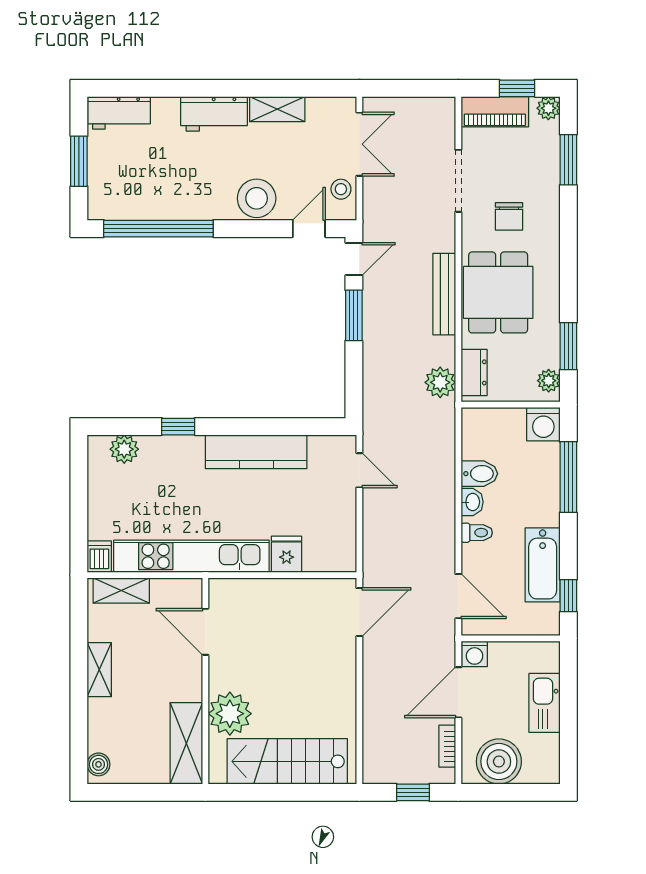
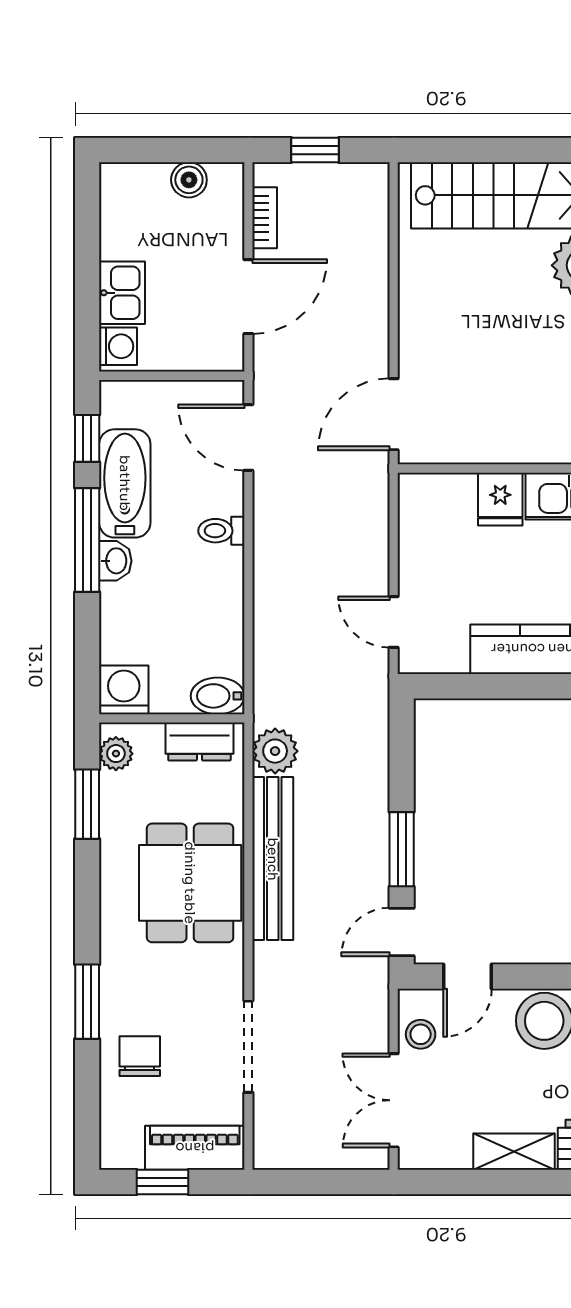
plant: (548, 108) -> (116, 1153), removed
window: (568, 160) -> (87, 1002), moved
chair: (509, 216) -> (140, 1056), moved
bench: (444, 294) -> (273, 859), width x1.37, depth x1.21
dresser: (474, 372) -> (199, 742), moved, turned -90
bidet: (479, 474) -> (218, 696), moved
window: (568, 477) -> (87, 540), moved
washbasin: (472, 502) -> (115, 561), moved, turned 180
washing machine: (475, 654) -> (118, 346), moved, turned 90
kitchen sink: (545, 703) -> (122, 293), width x0.73
boiler: (499, 761) -> (189, 180), width x0.54, depth x0.54

